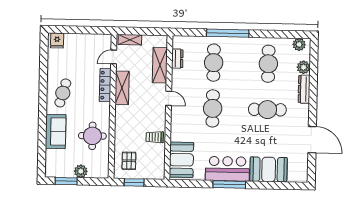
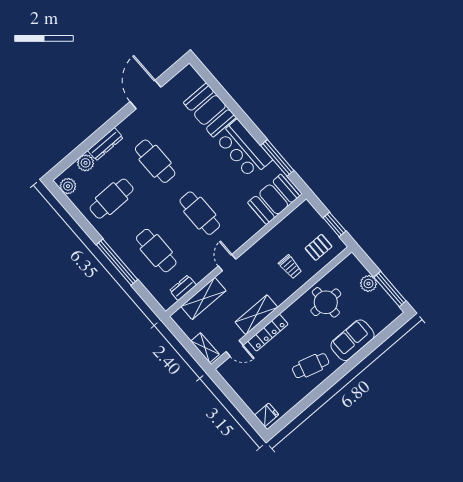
cafe table: (214, 63) -> (156, 251), turned 90
cafe table: (213, 108) -> (200, 213), turned 90
trolley: (155, 137) -> (290, 267), moved
window: (66, 181) -> (390, 289), width x1.44
window: (229, 184) -> (277, 158), moved

